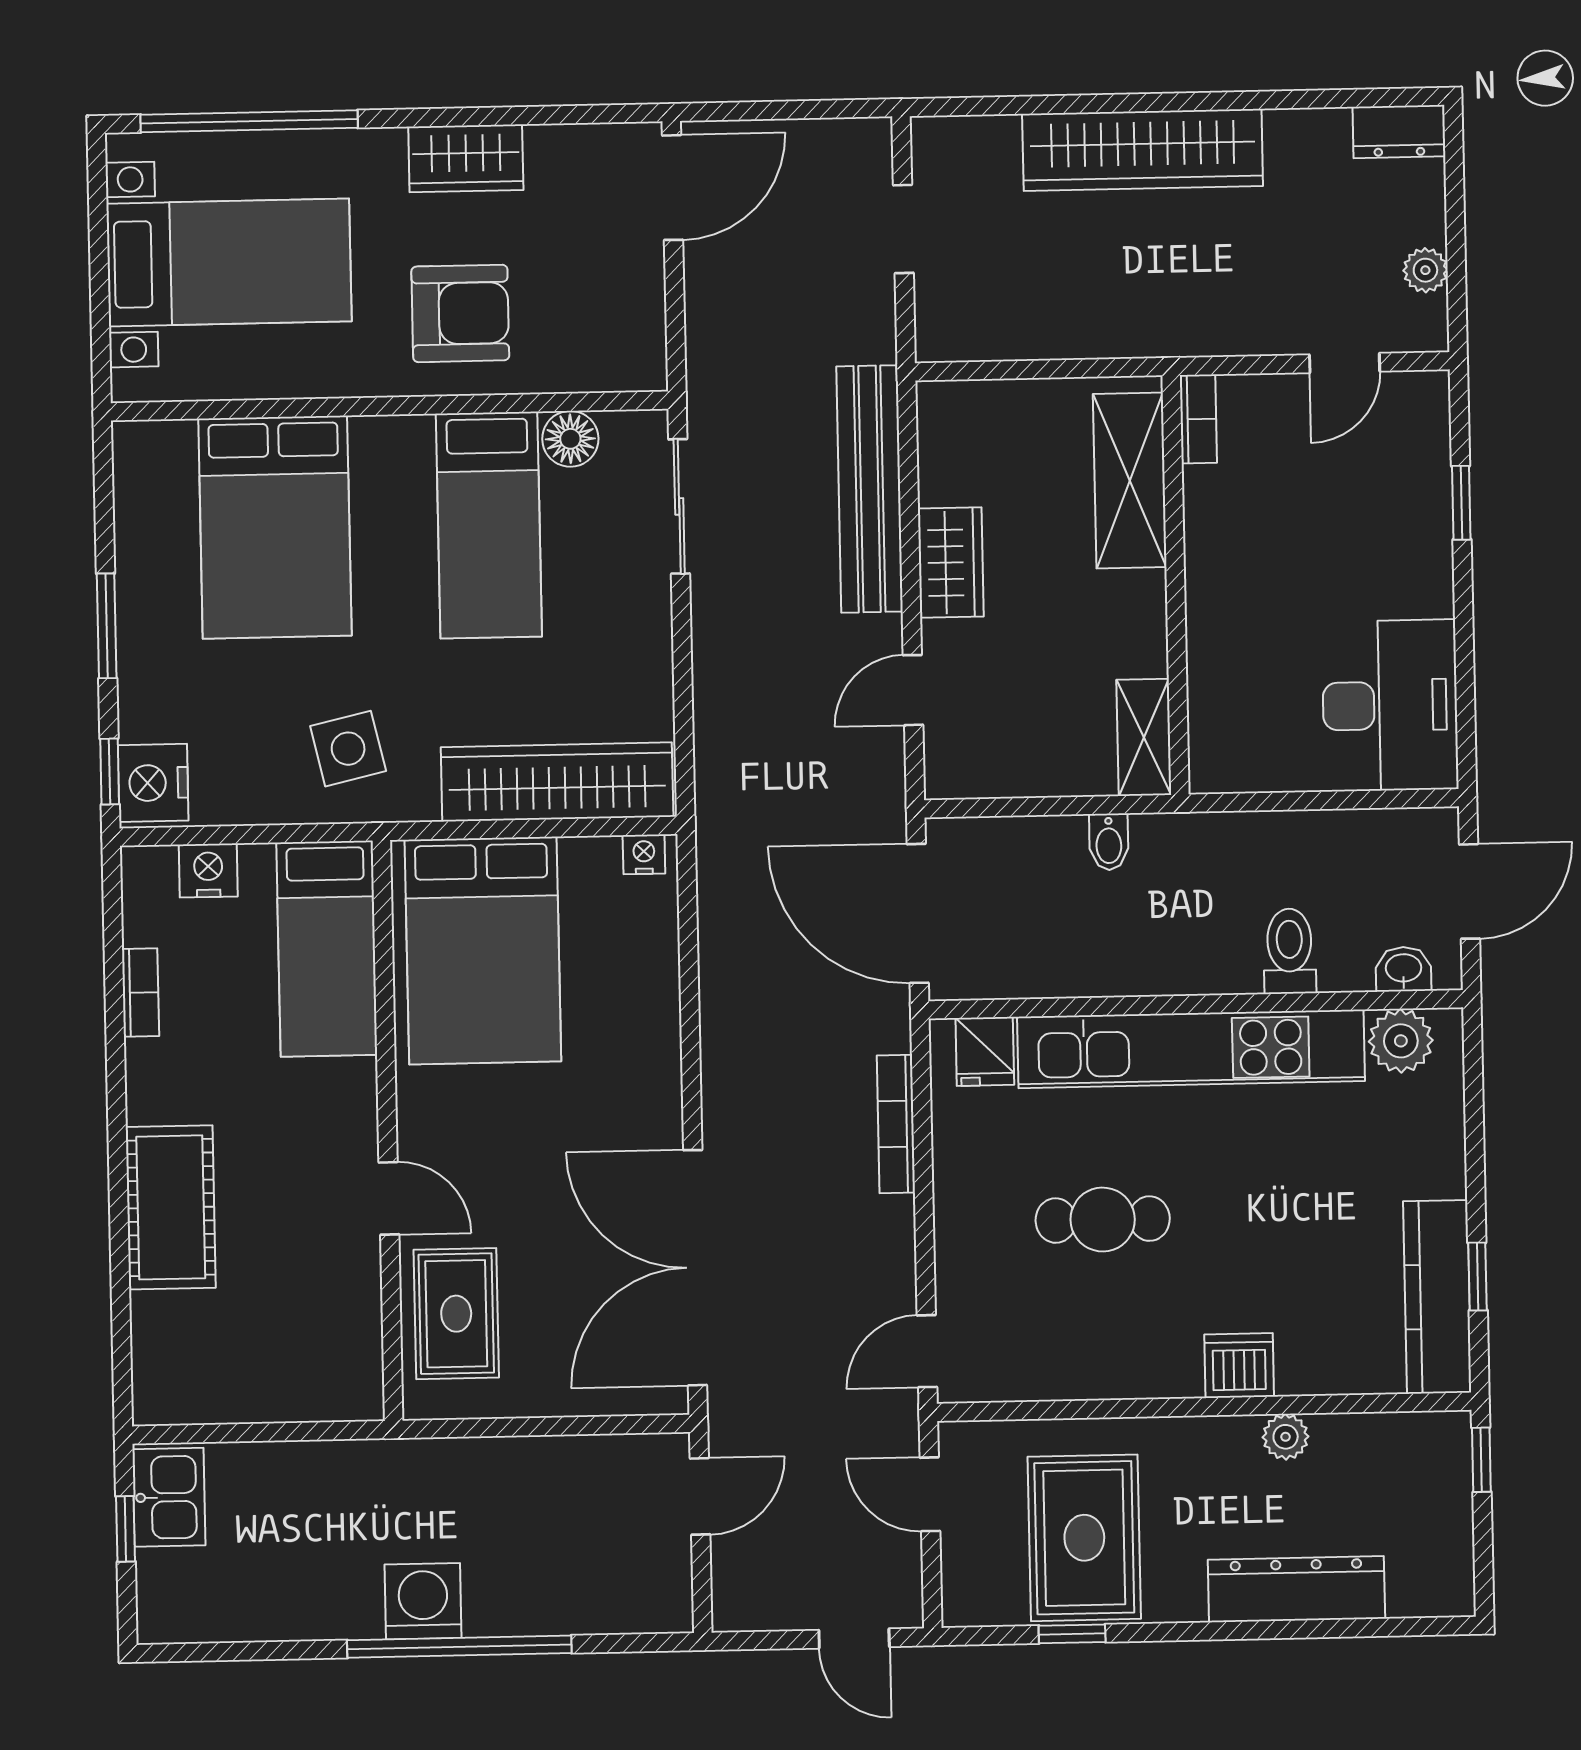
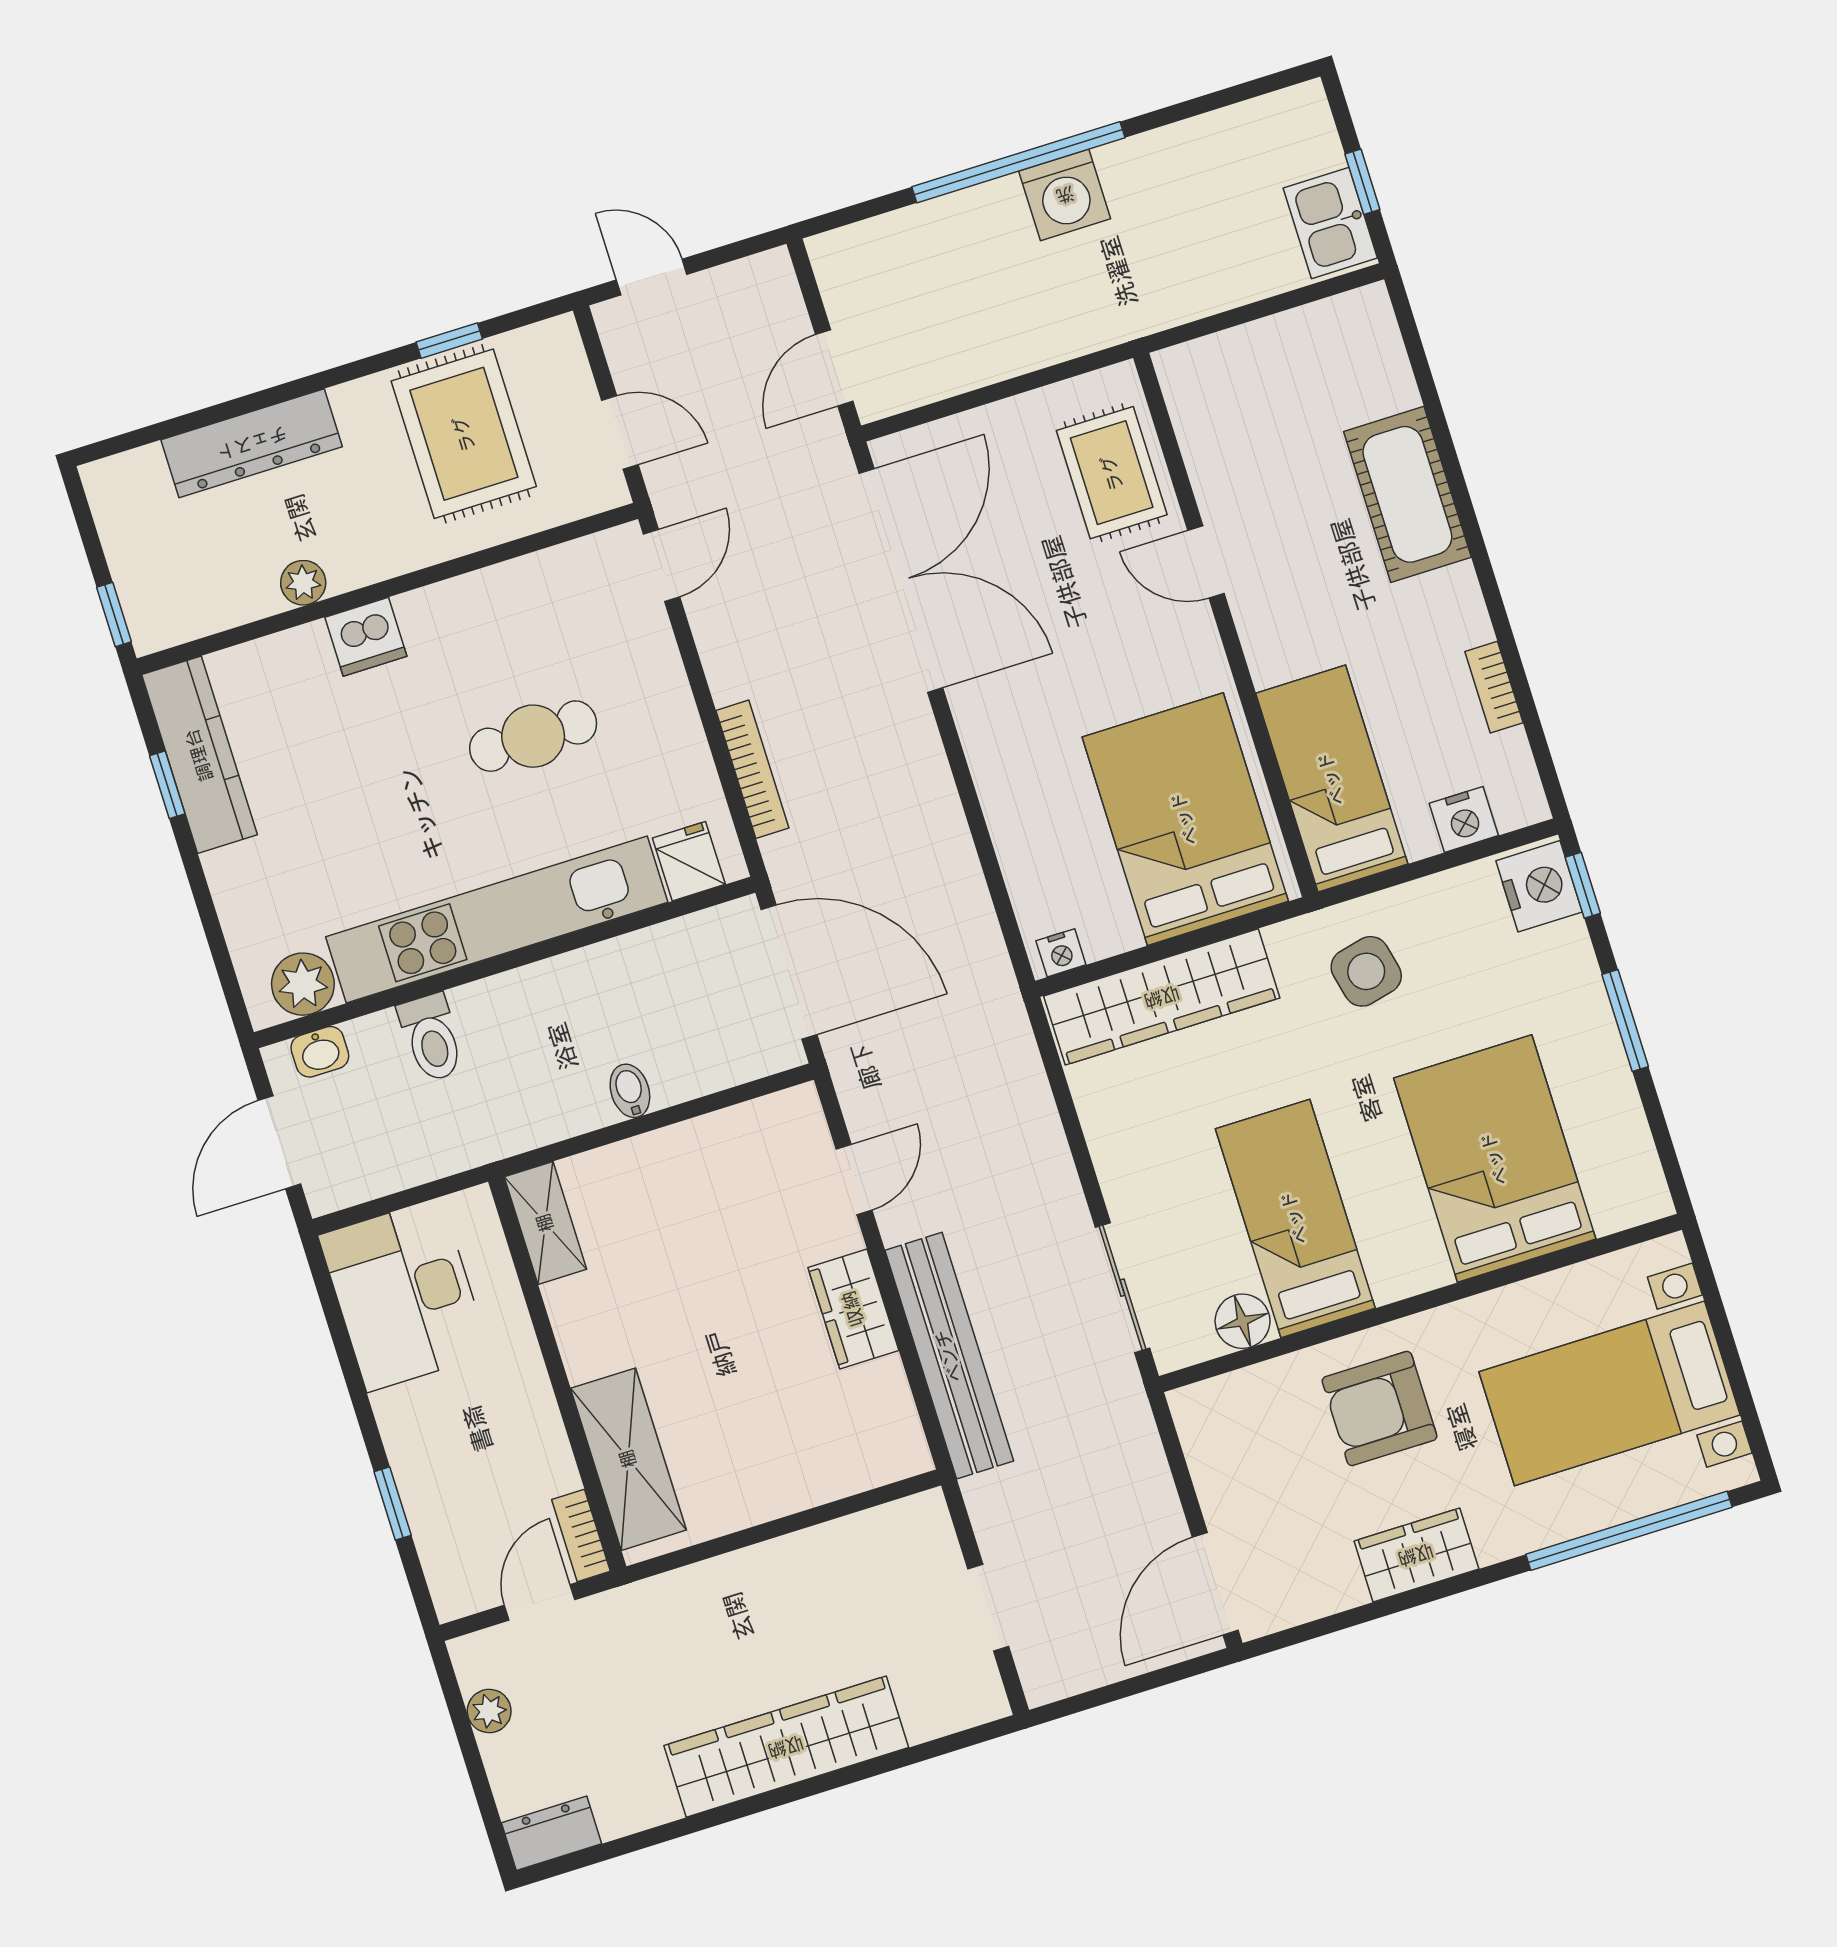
bookcase: (1198, 419) -> (581, 1535), moved
shelving: (1130, 481) -> (628, 1459), moved
wall: (1175, 585) -> (557, 1374), moved
shelving: (1144, 737) -> (545, 1223), moved

